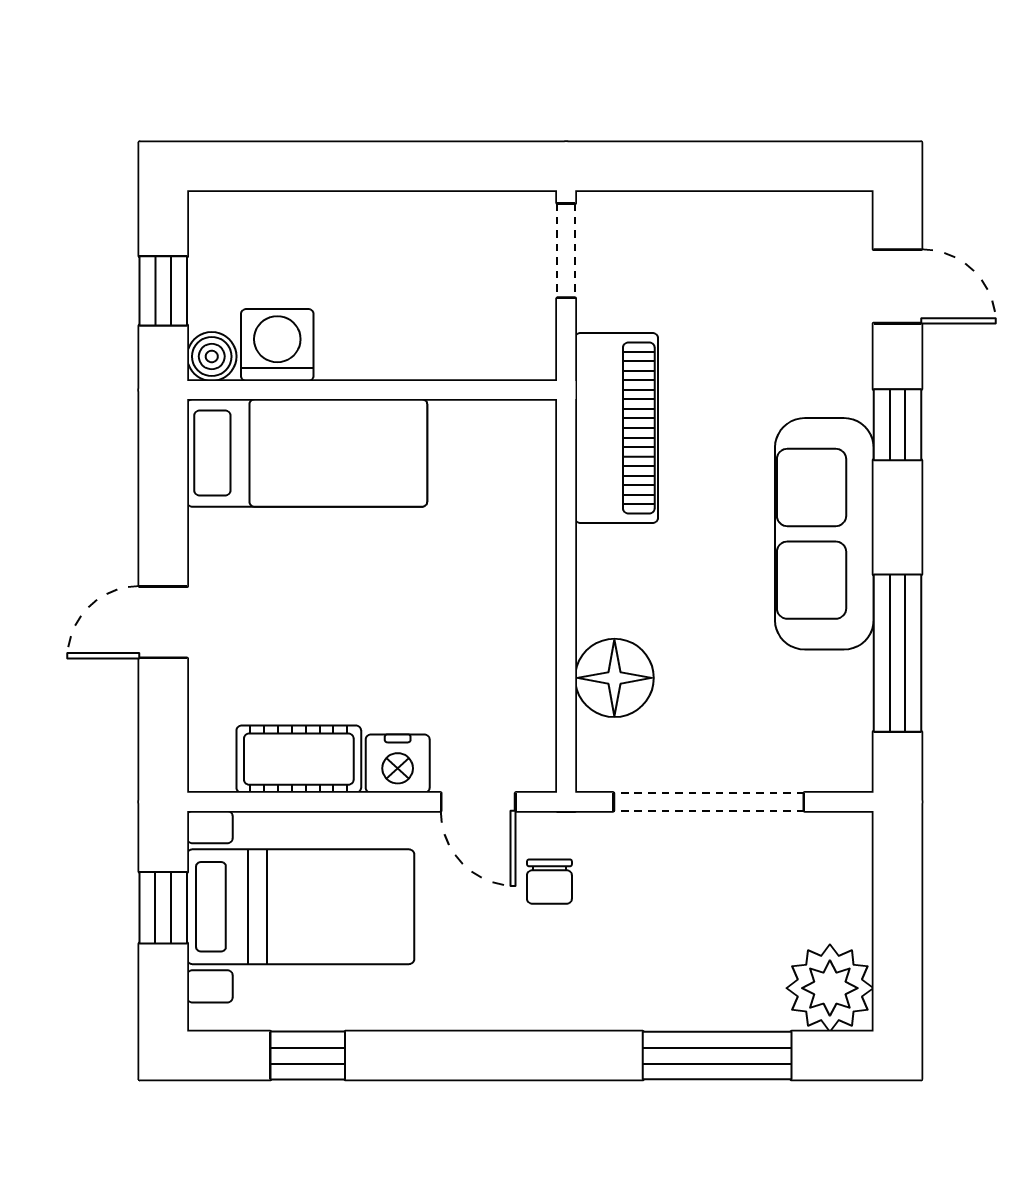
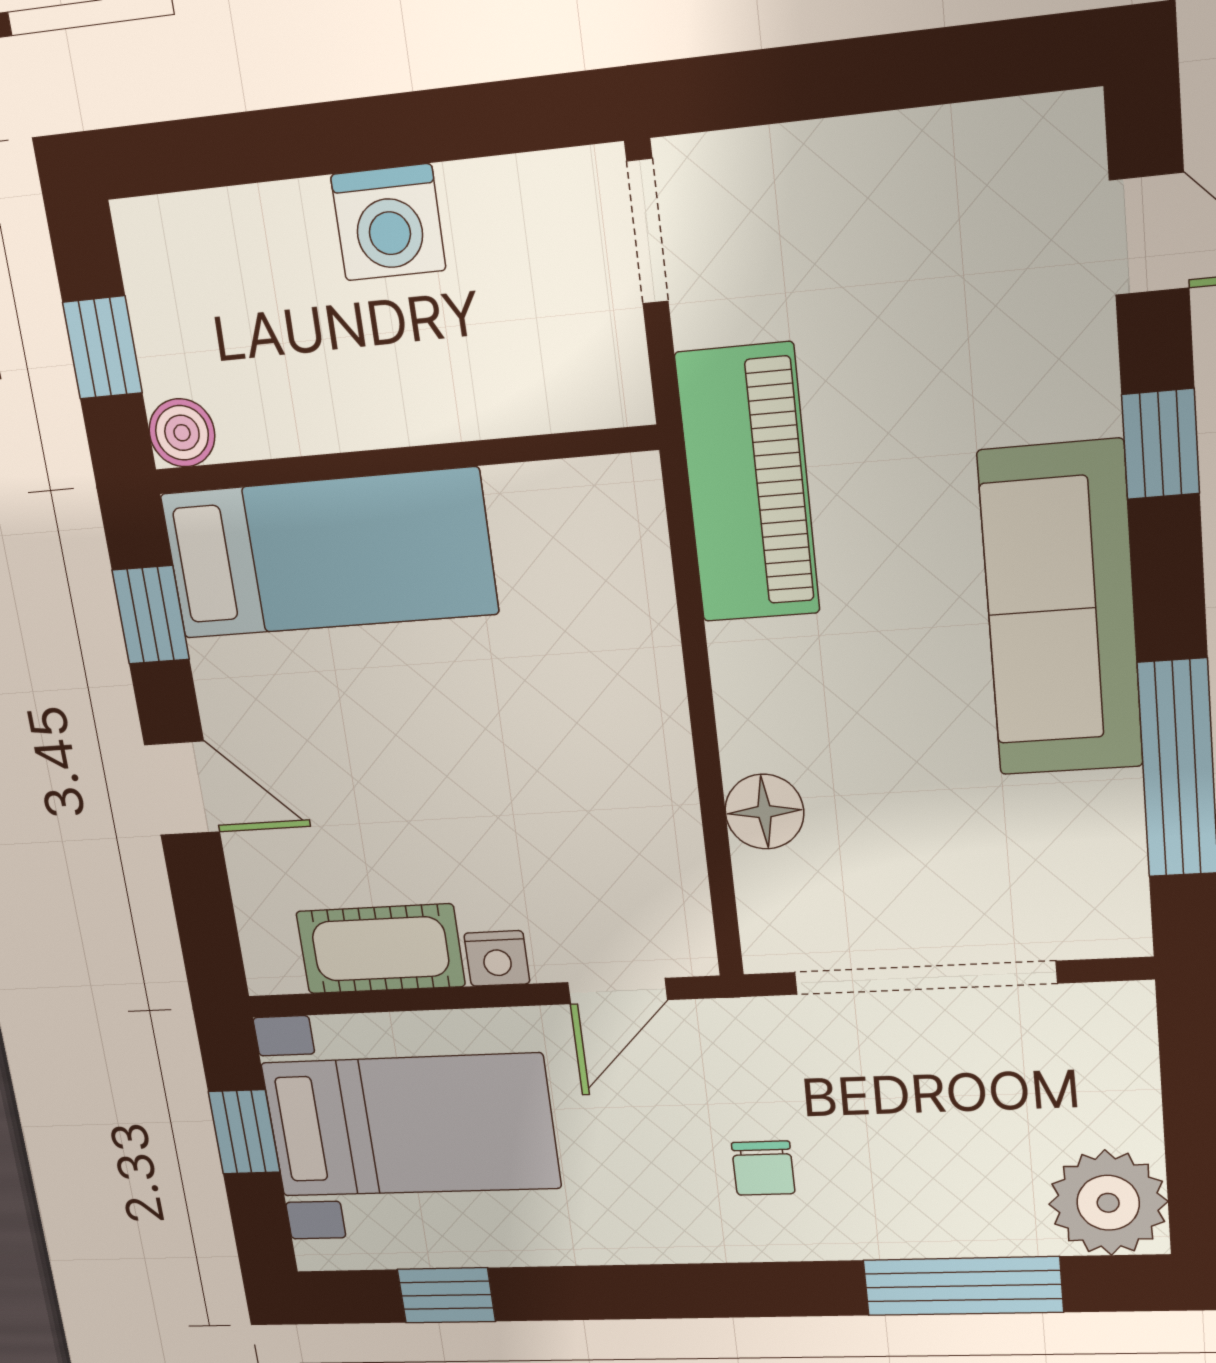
washing machine: (277, 345) -> (388, 223), moved, turned 180
window: (163, 488) -> (151, 615), added
door: (163, 622) -> (182, 788), swing flipped
floor lamp: (614, 678) -> (764, 812), width x0.73, depth x0.73
nightstand: (398, 764) -> (497, 958), width x0.72, depth x0.74
door: (478, 802) -> (617, 991), hinge flipped
chair: (549, 882) -> (763, 1168), moved

